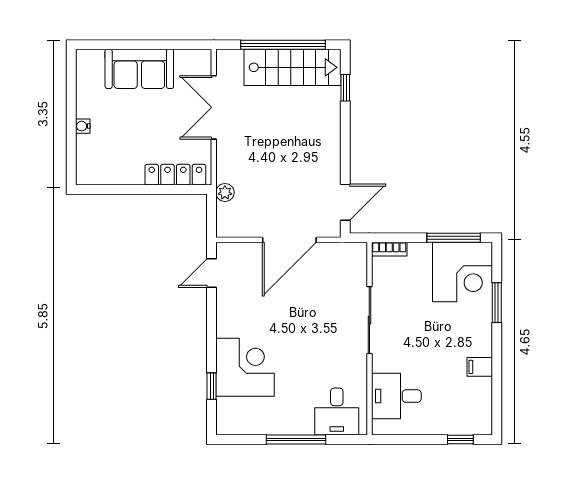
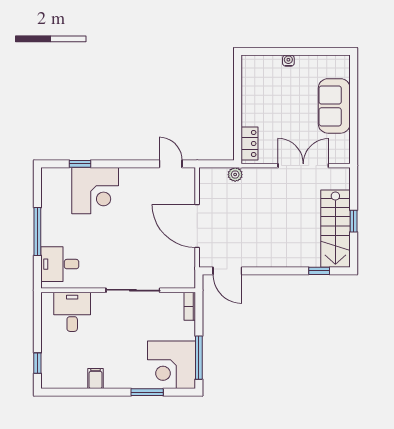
window: (283, 45) -> (354, 221), width x0.32
locker: (175, 175) -> (249, 144), width x0.66

